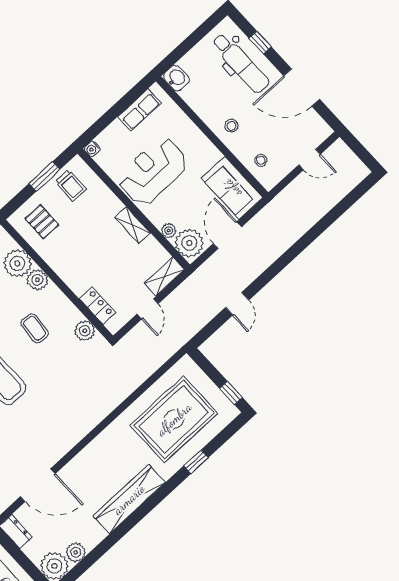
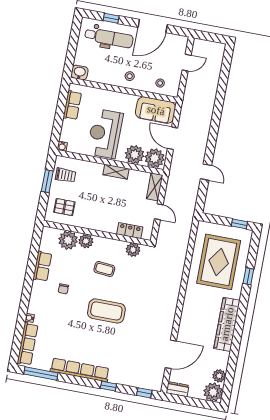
plant: (169, 231) -> (135, 155), width x1.87, depth x1.87

